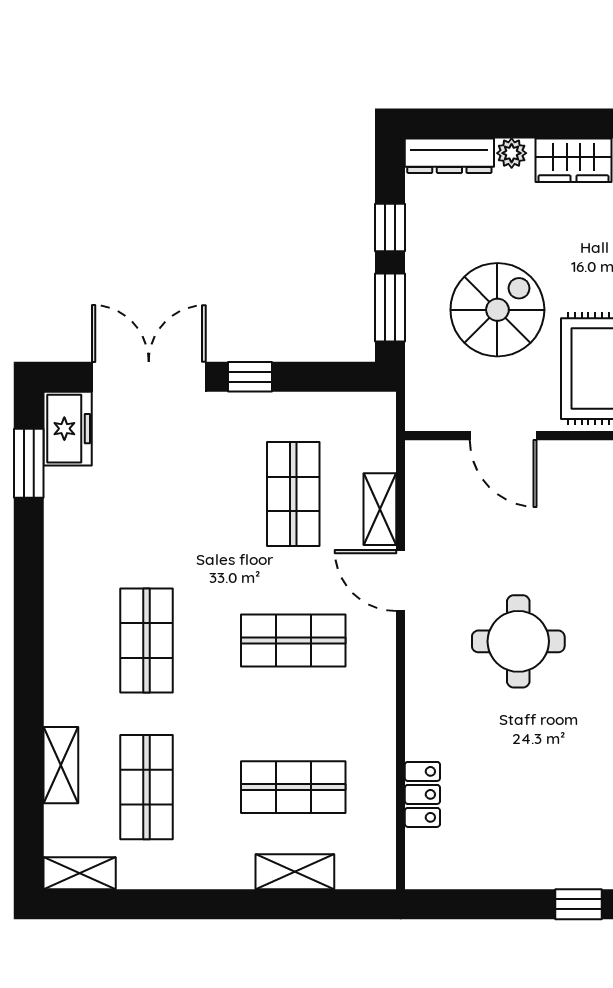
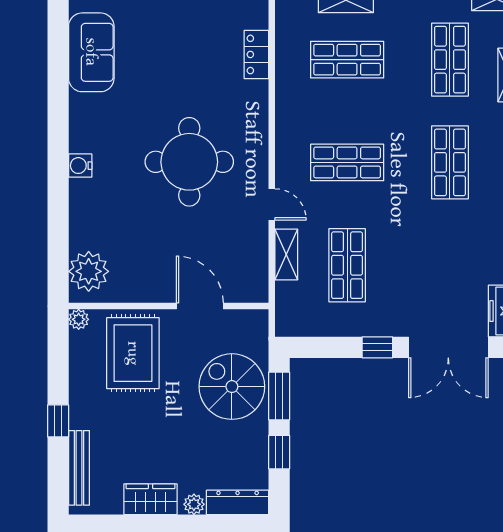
spiral stairs: (497, 310) -> (232, 387), moved, turned 90
door: (401, 581) -> (272, 204), width x0.73
round table: (518, 641) -> (189, 162), width x1.36, depth x1.36

